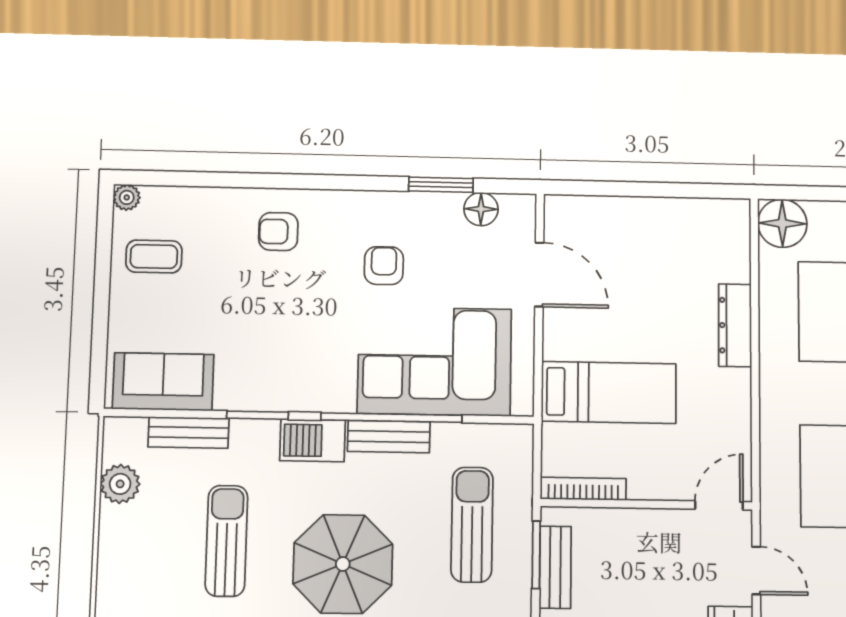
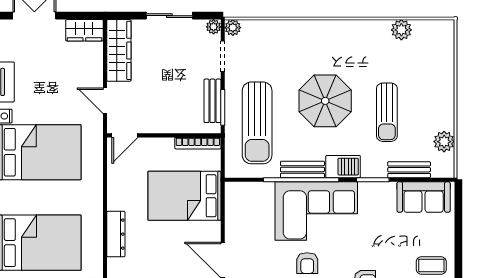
corner sofa: (435, 361) -> (316, 211), moved
bed: (609, 392) -> (184, 196), width x1.50
sun lounger: (472, 525) -> (257, 123), width x1.36, depth x1.34

